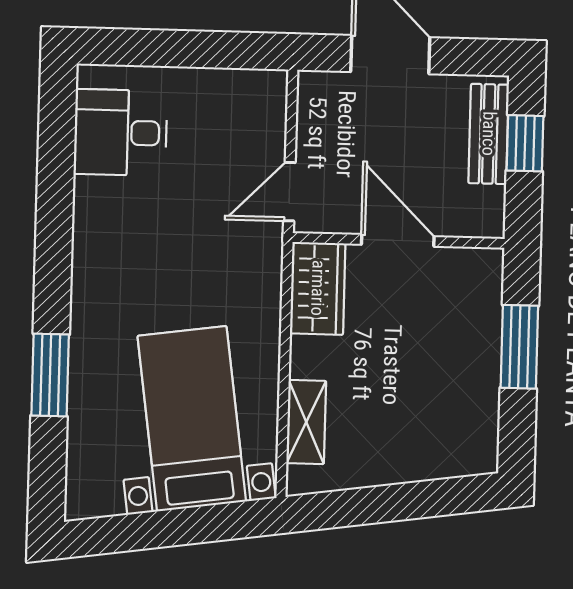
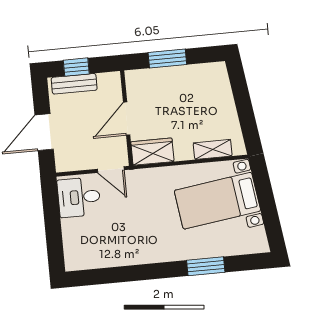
desk: (120, 133) -> (79, 197), moved, turned 90

